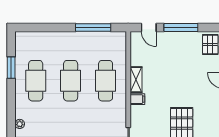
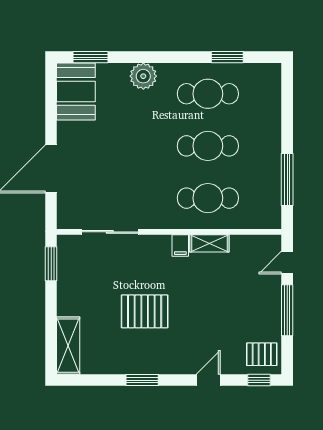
plant: (20, 124) -> (143, 76), width x1.87, depth x1.87

